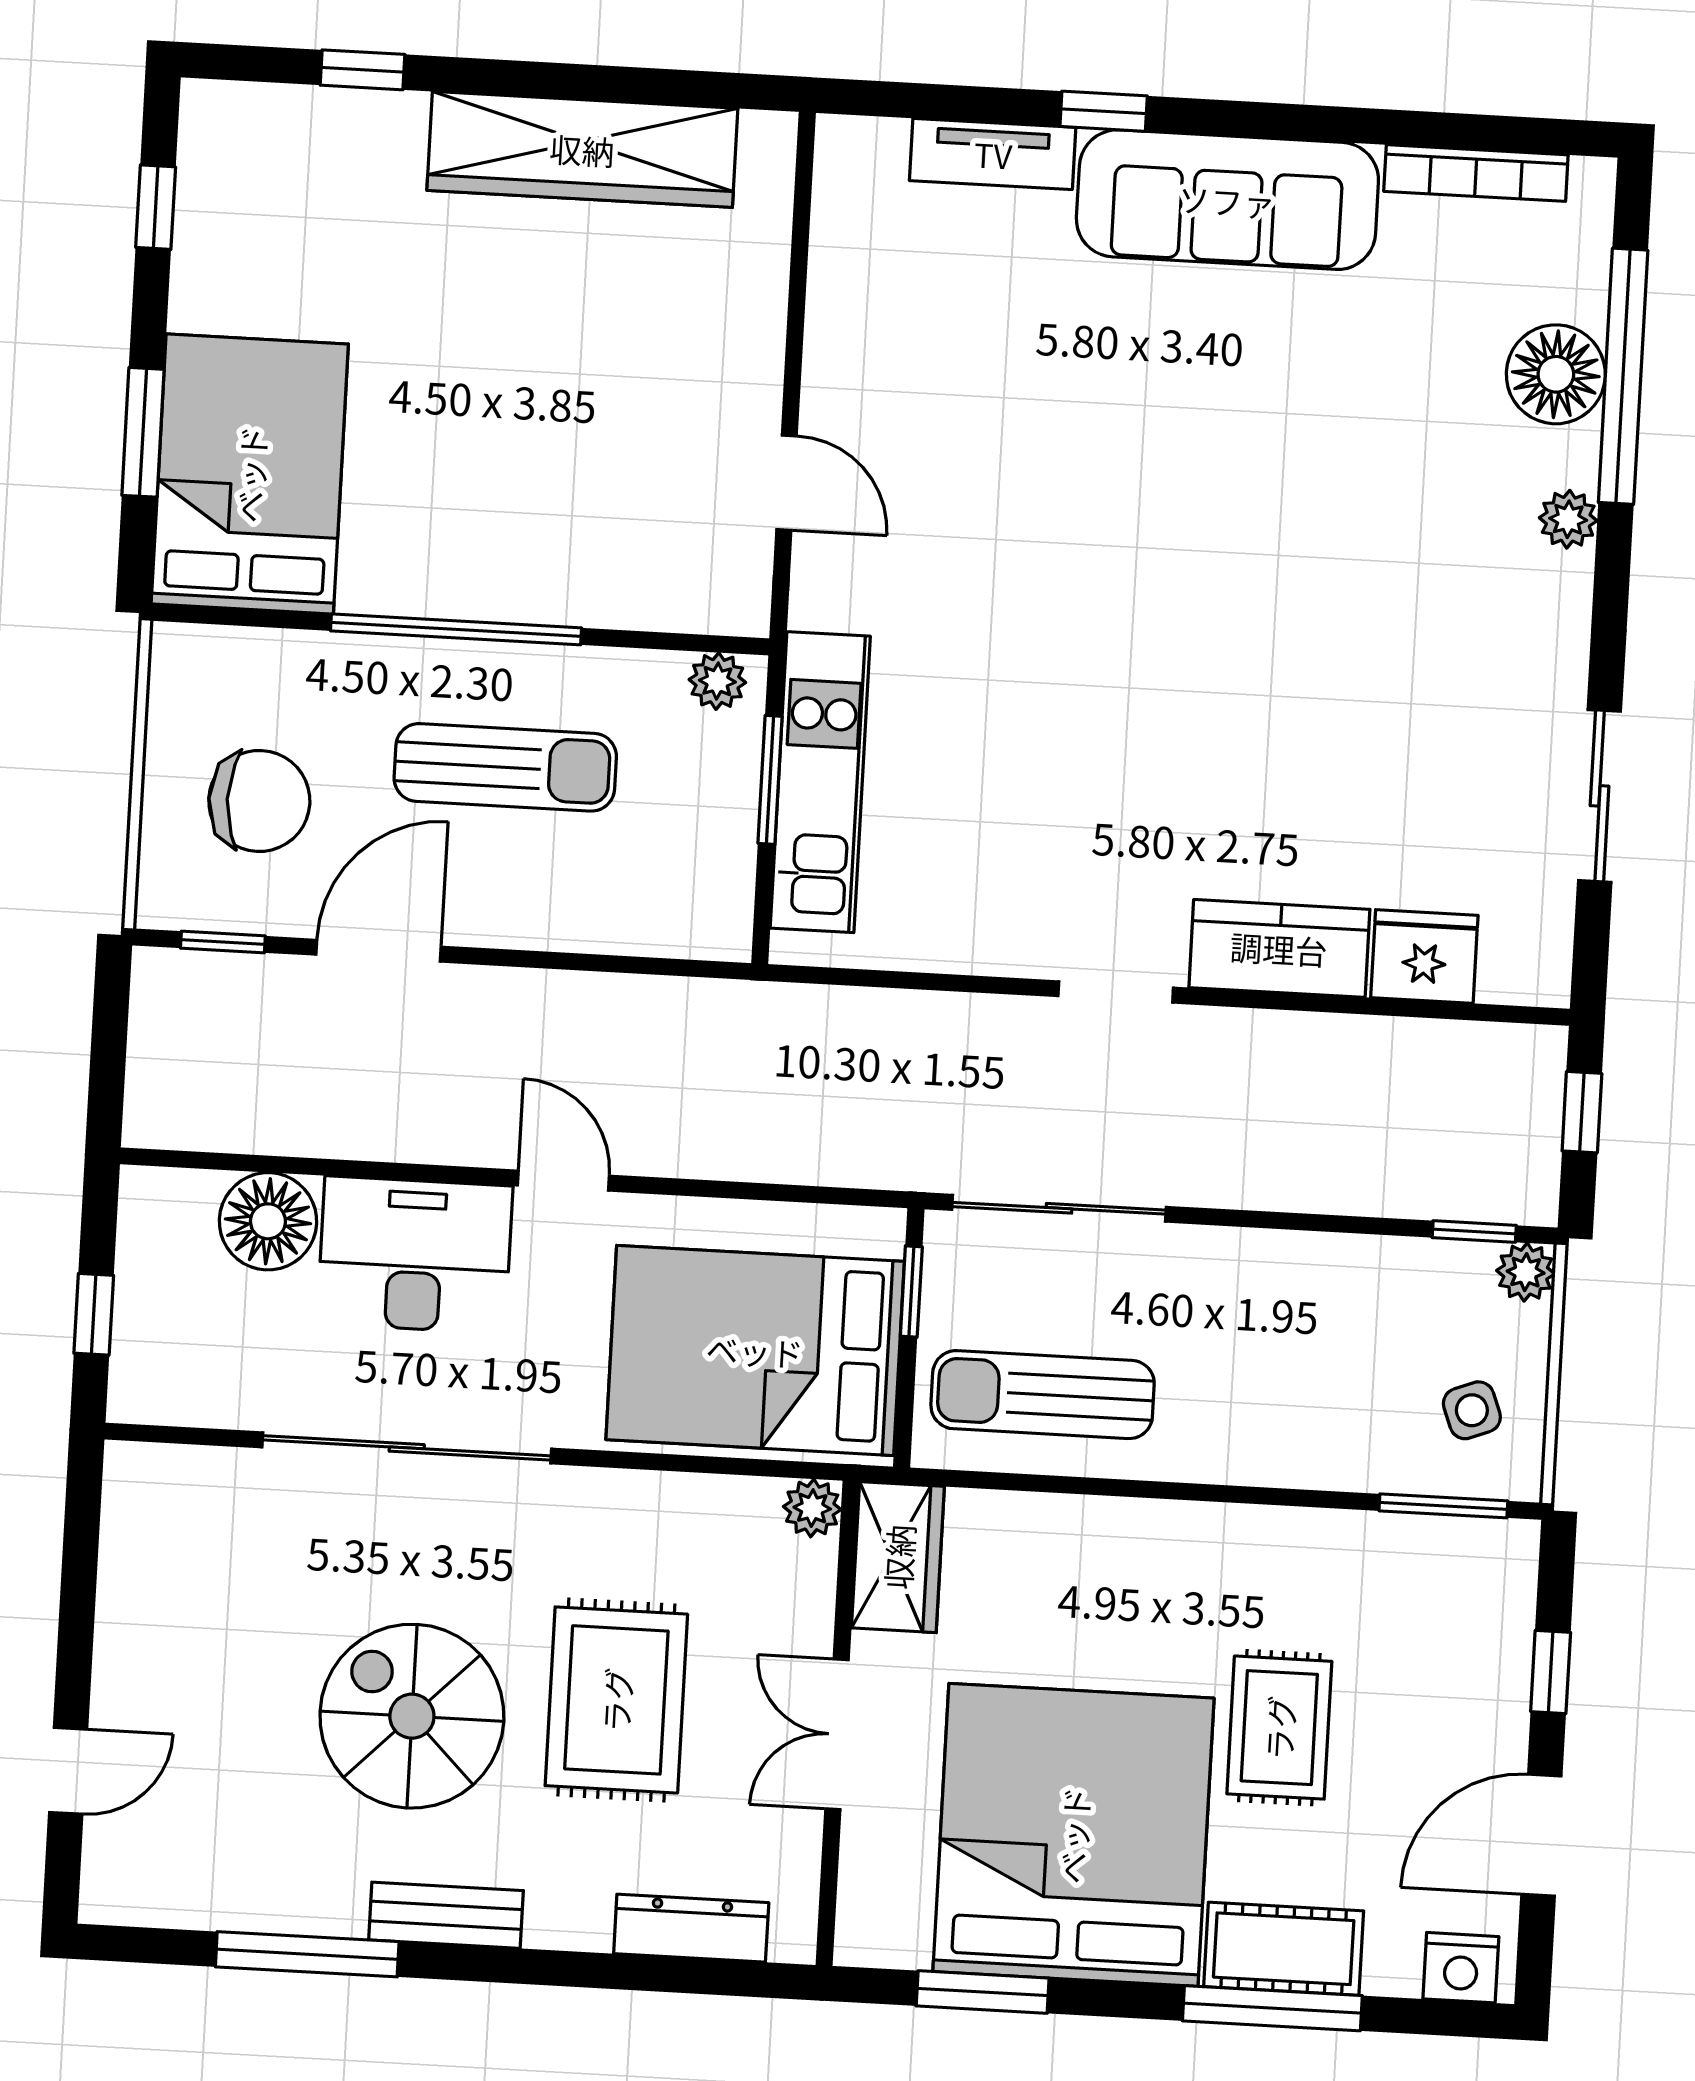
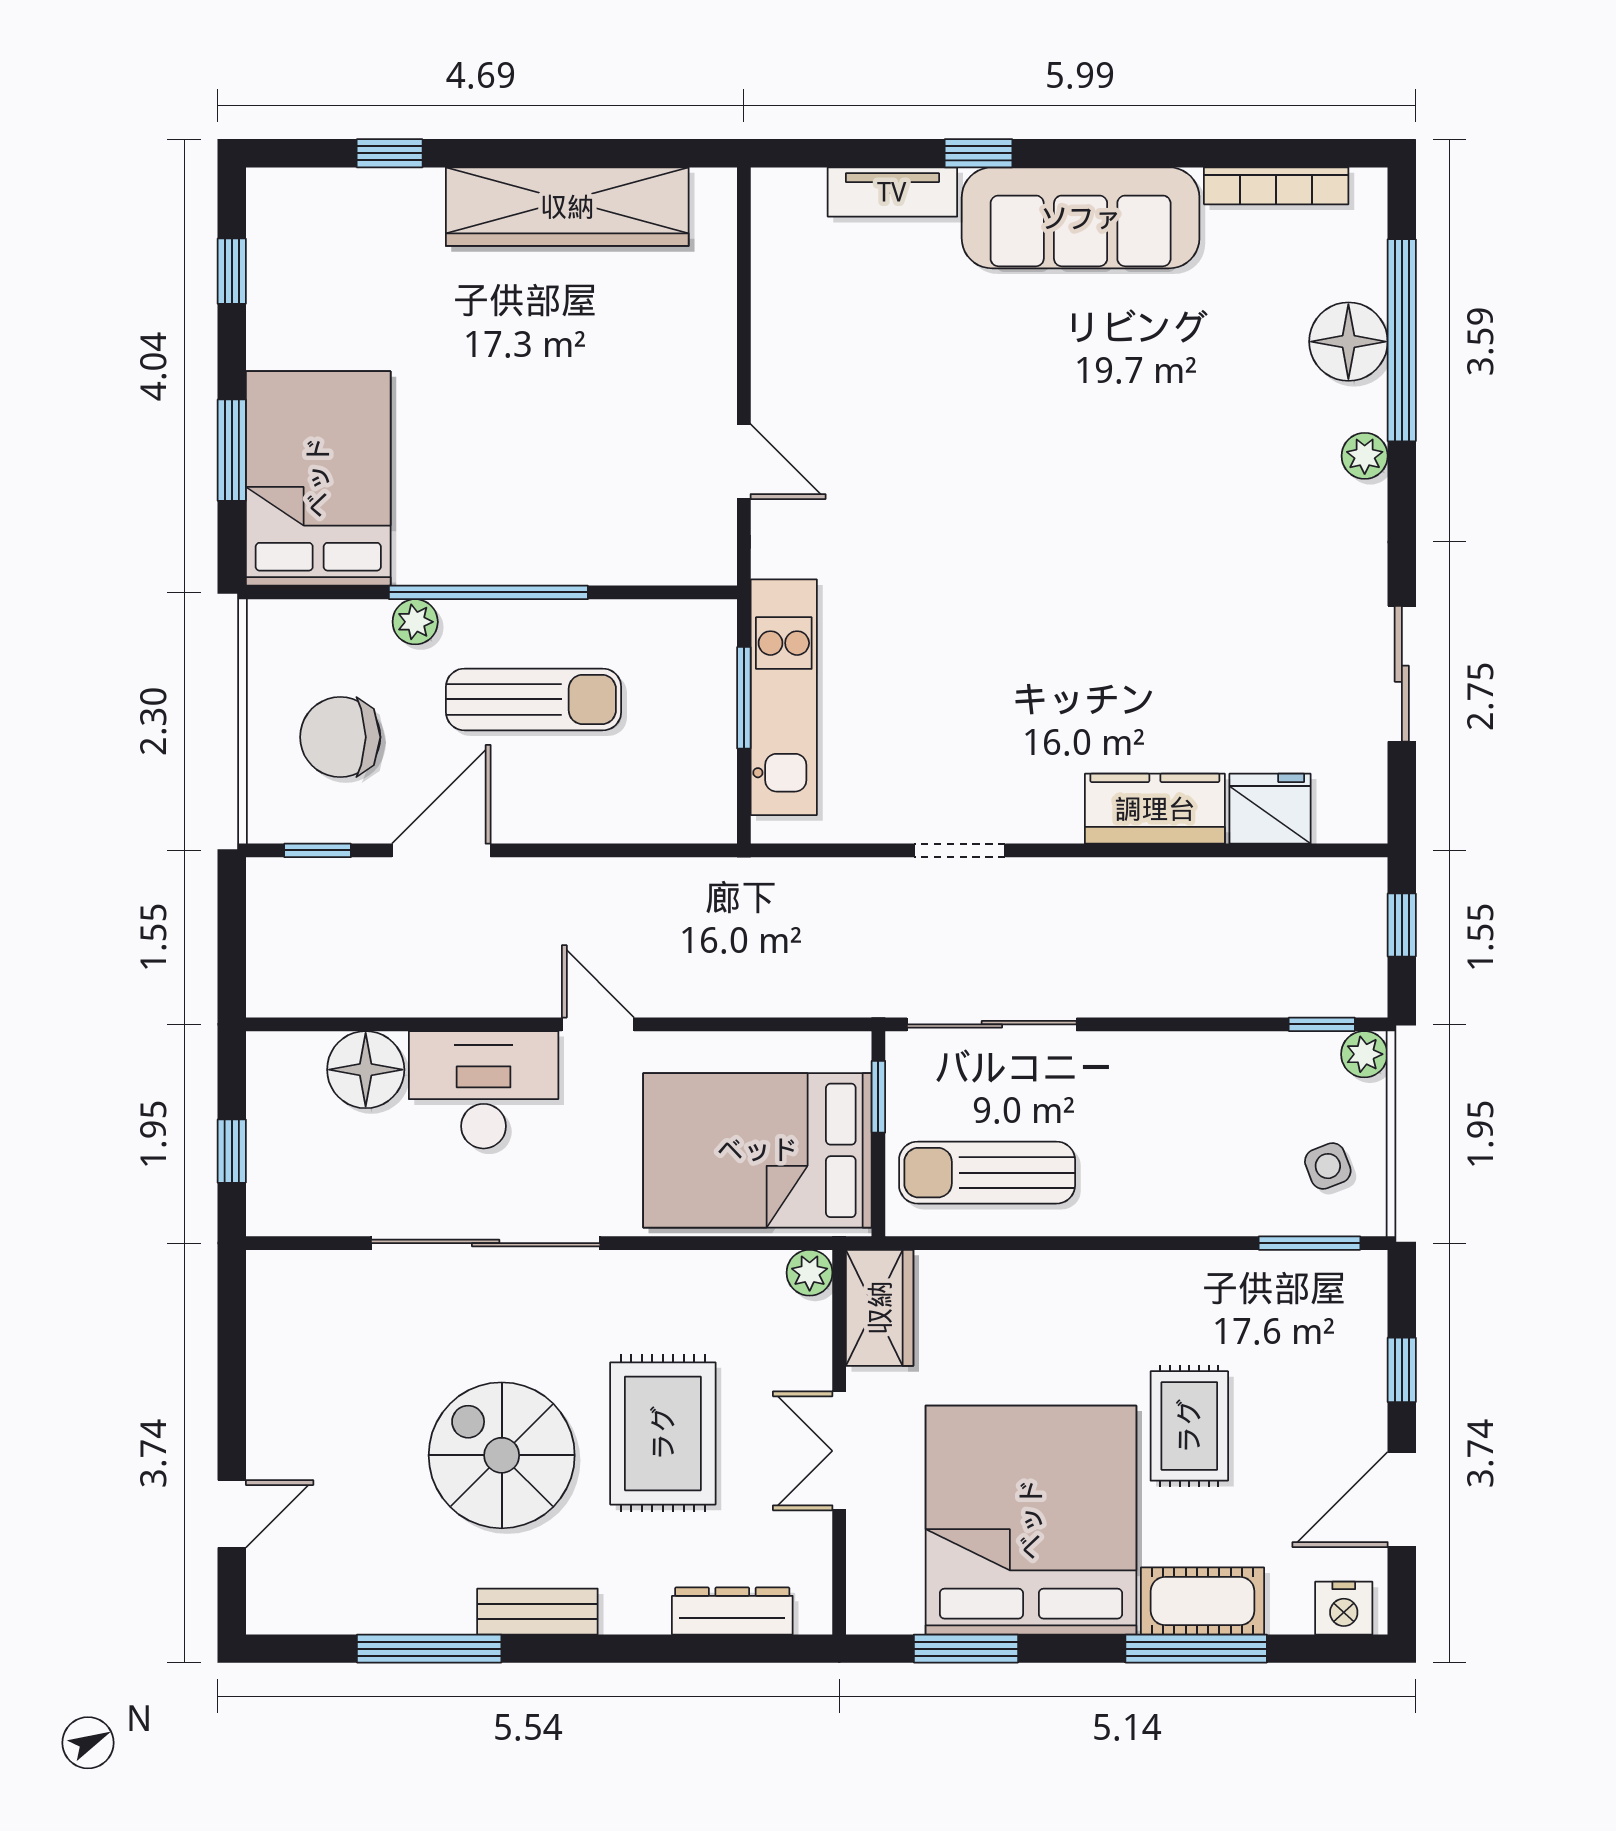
plant: (717, 681) -> (415, 622), moved
chair: (259, 801) -> (340, 737), turned 180
doorway: (1116, 992) -> (960, 850), moved

